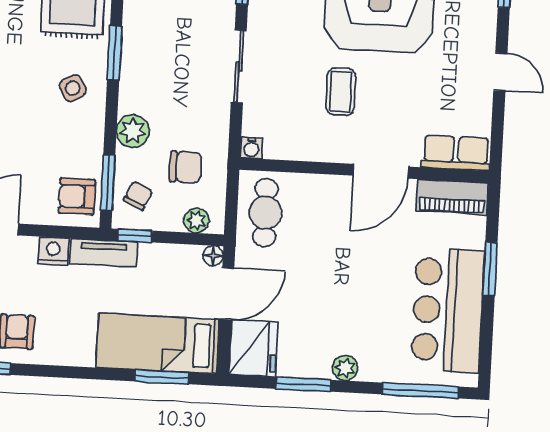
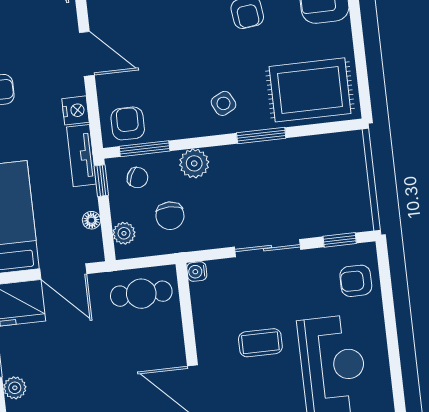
floor lamp: (213, 256) -> (91, 220), moved

